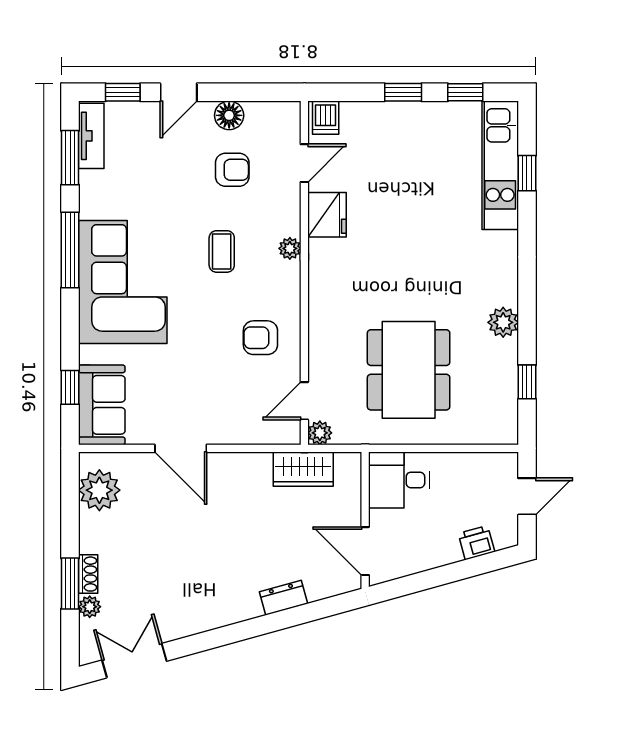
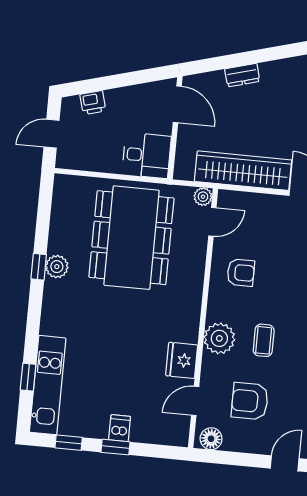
floor lamp: (229, 115) -> (211, 439), moved
dishwasher: (326, 118) -> (120, 428), moved
armchair: (232, 170) -> (250, 401), width x1.38, depth x1.38
plant: (290, 248) -> (219, 338), width x1.87, depth x1.87
dining table: (409, 370) -> (131, 238), width x1.36, depth x1.24
window: (527, 382) -> (39, 267), moved
wardrobe: (303, 469) -> (243, 171), width x2.10, depth x1.17

